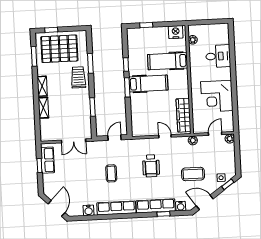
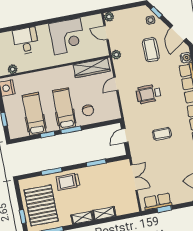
hospital bed: (168, 61) -> (34, 114), moved, turned 180
chair: (144, 106) -> (88, 110), added
door: (115, 138) -> (125, 136), hinge flipped
wheelchair: (151, 166) -> (148, 94), turned 180

